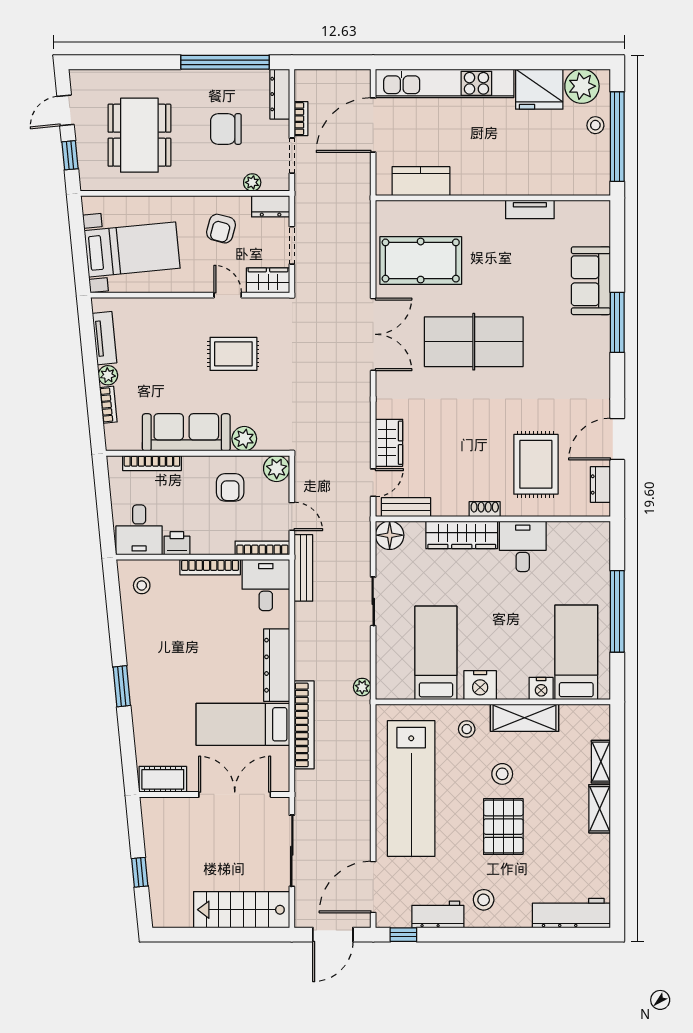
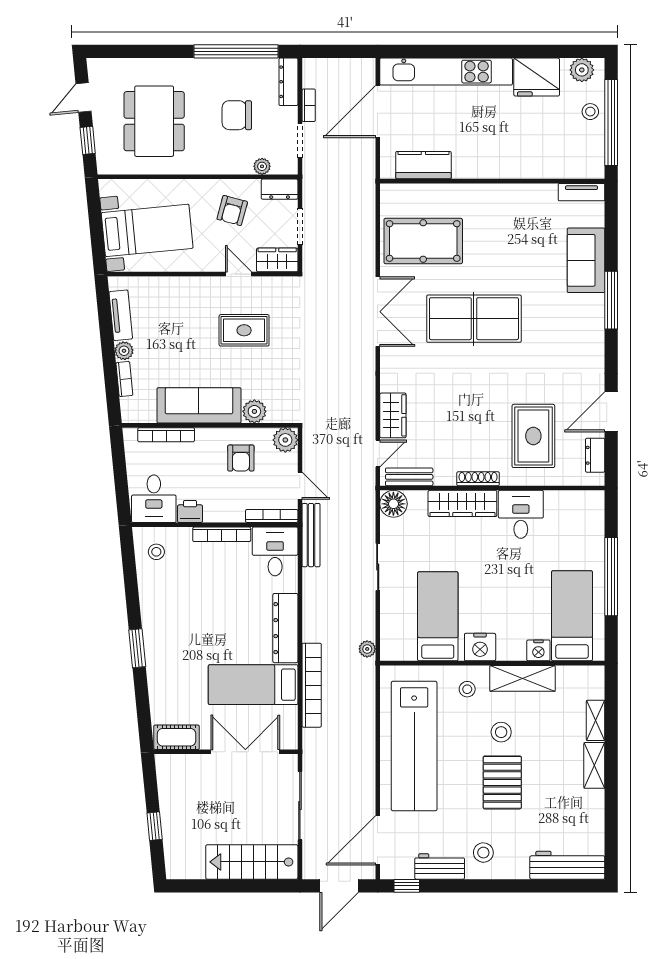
plant: (582, 86) -> (582, 70), width x0.73, depth x0.73
tv unit: (530, 209) -> (581, 192), moved
shoe rack: (485, 509) -> (478, 479), width x1.43

